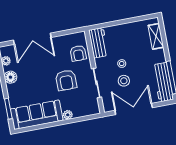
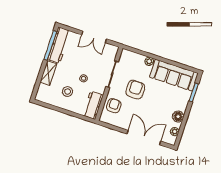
shelving: (156, 36) -> (48, 73), moved
stool: (124, 81) -> (67, 92), moved
double door: (134, 109) -> (94, 37), width x0.73

